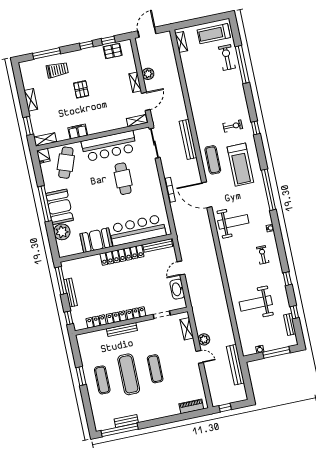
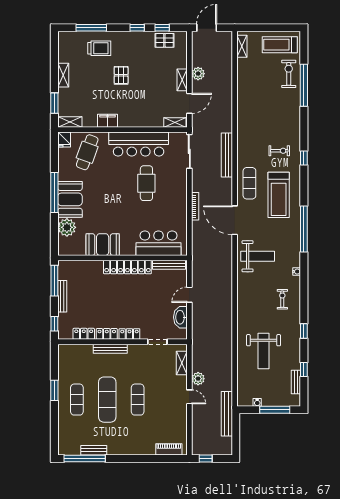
bar counter: (138, 230) -> (158, 243), width x0.73
weight bench: (256, 303) -> (264, 351), turned -90

